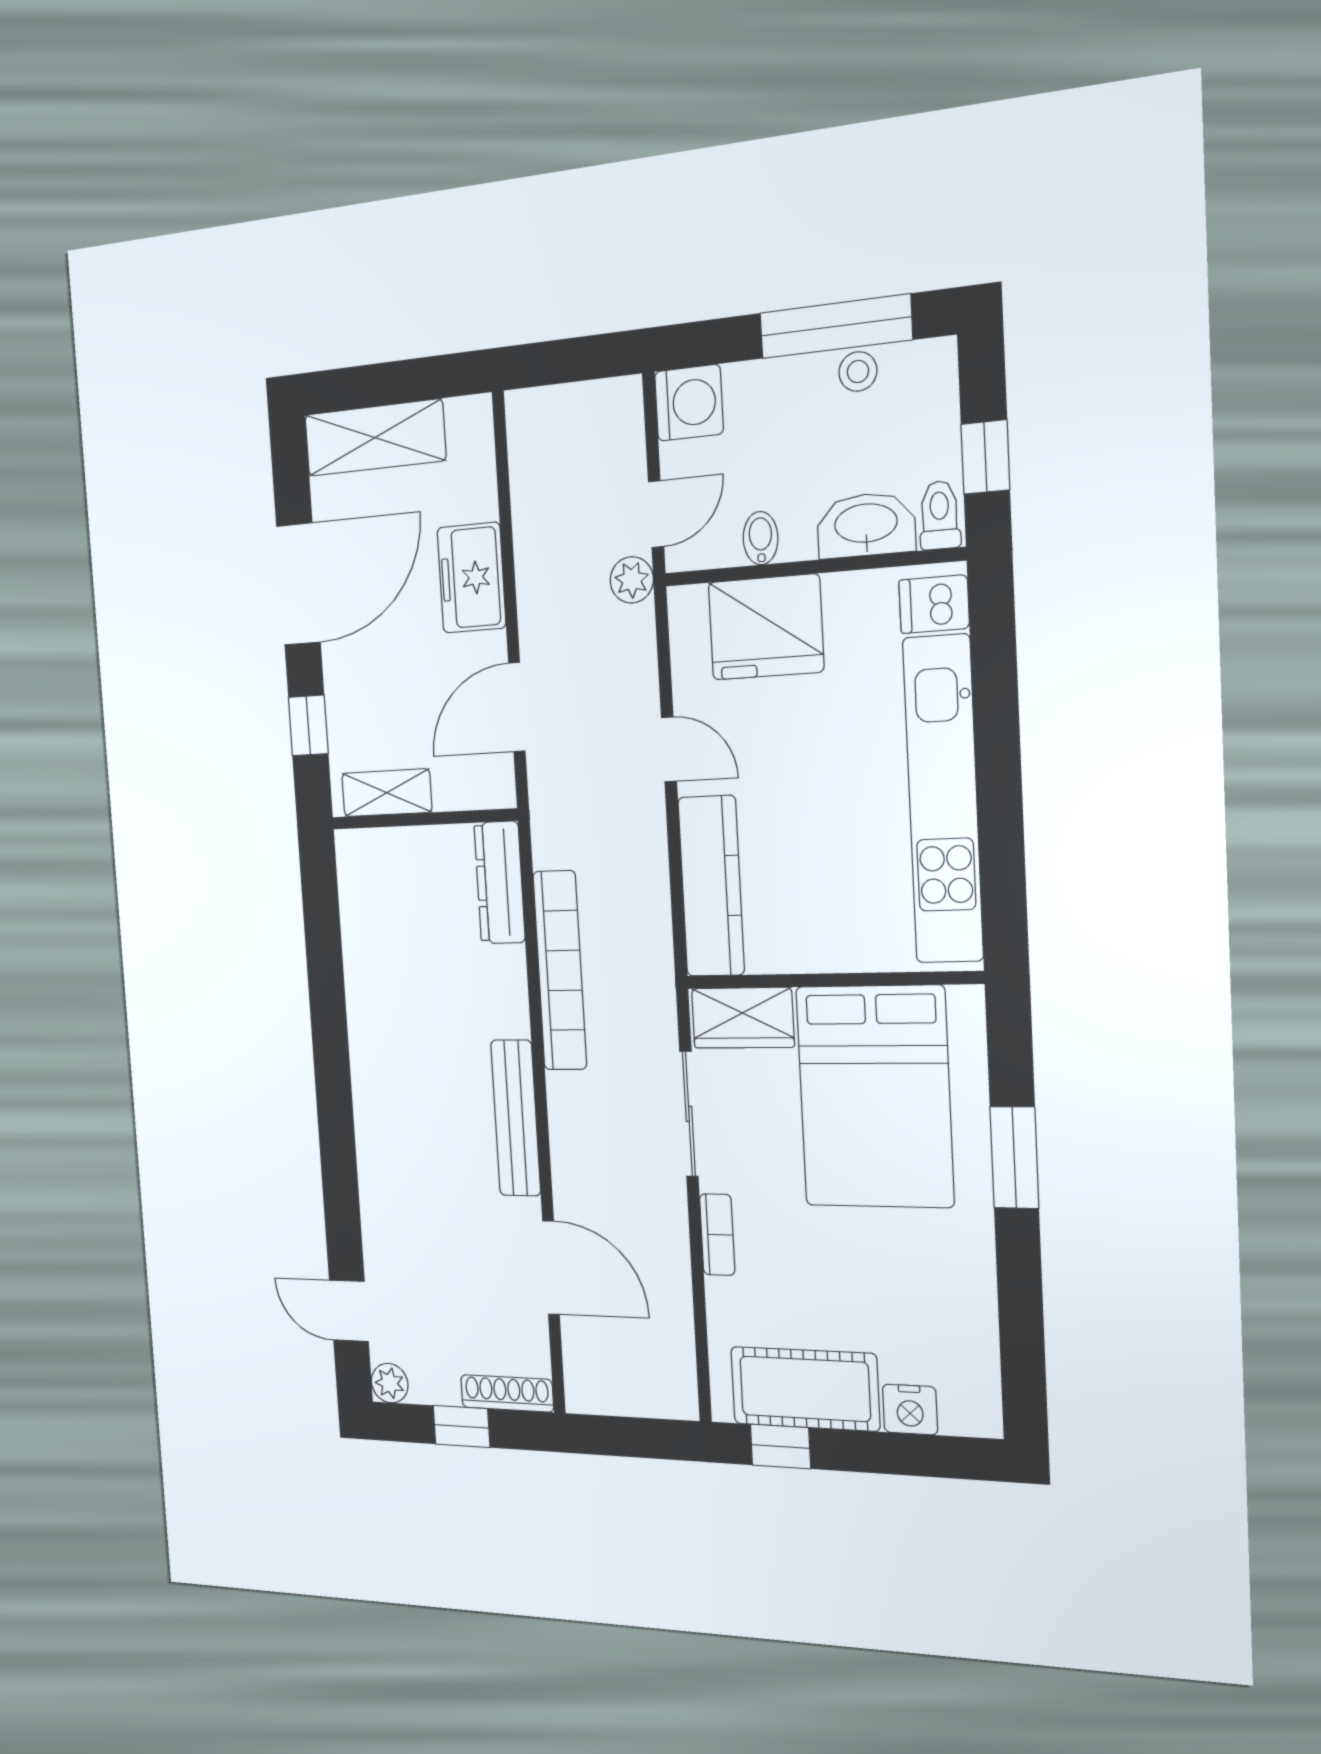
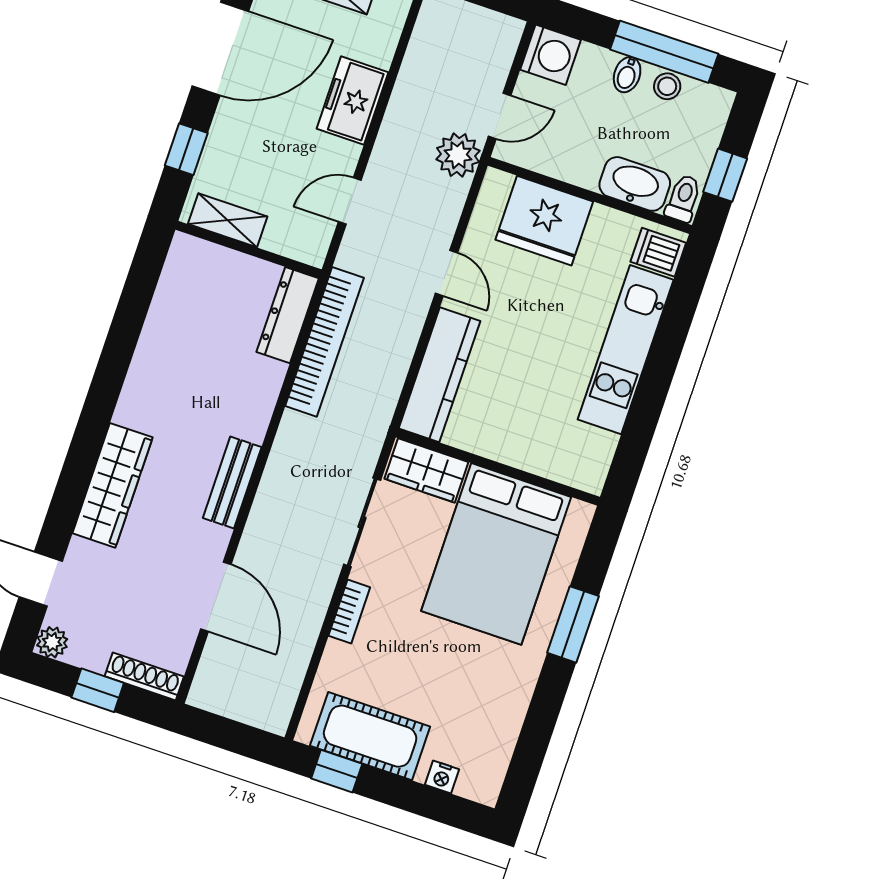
bidet: (761, 538) -> (627, 75), moved, turned 180
plant: (632, 580) -> (458, 155), width x1.38, depth x1.38
door: (517, 707) -> (350, 201), width x0.73
kitchen unit: (943, 800) -> (626, 350), width x0.73
bookcase: (560, 971) -> (324, 342), moved
bench: (516, 1118) -> (232, 483), width x0.73
wardrobe: (383, 1170) -> (113, 485), added
nightstand: (910, 1410) -> (442, 777), width x0.72, depth x0.74

